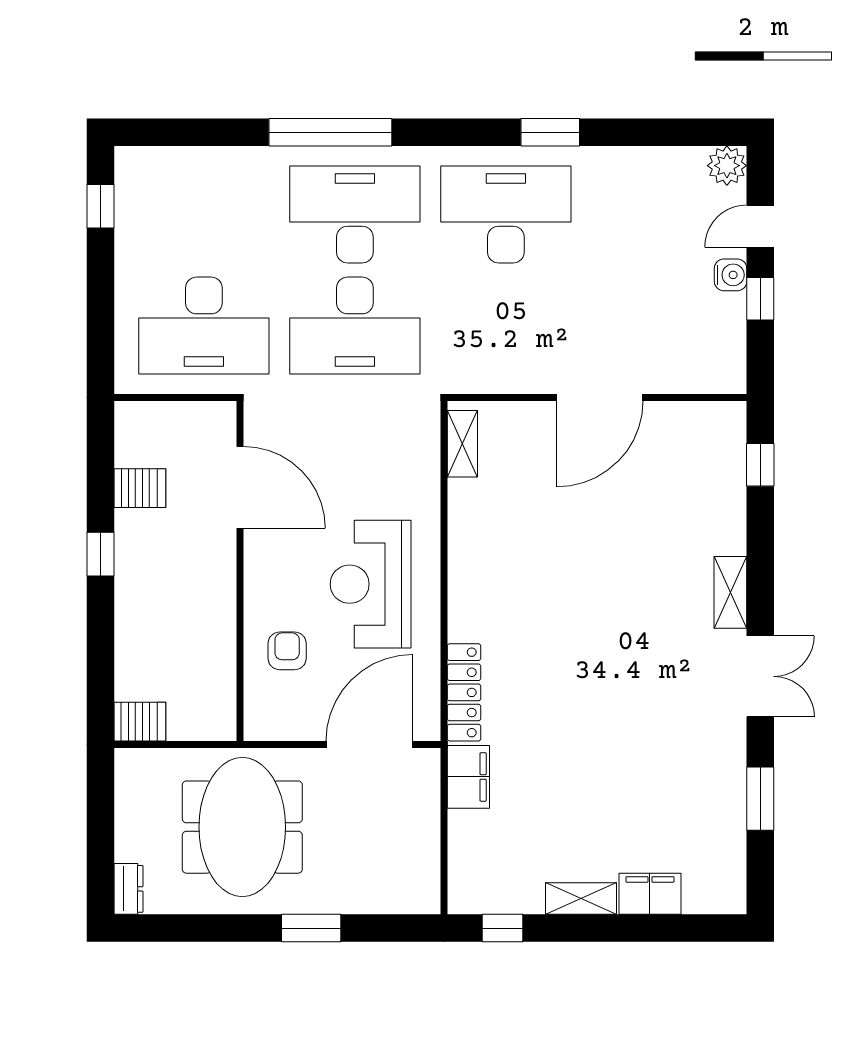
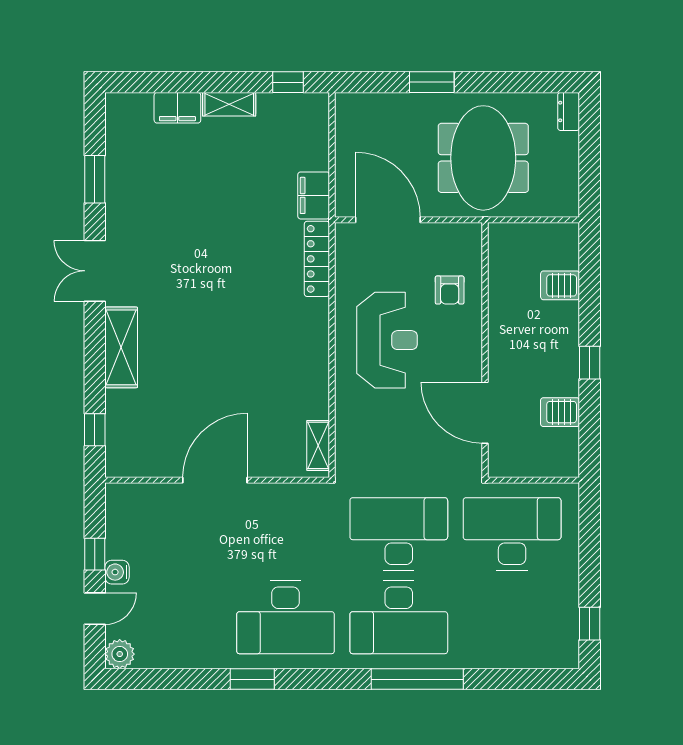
shelving: (730, 592) -> (121, 347), width x1.50, depth x1.33
server rack: (140, 722) -> (560, 285), moved
door: (369, 744) -> (388, 220), swing flipped

